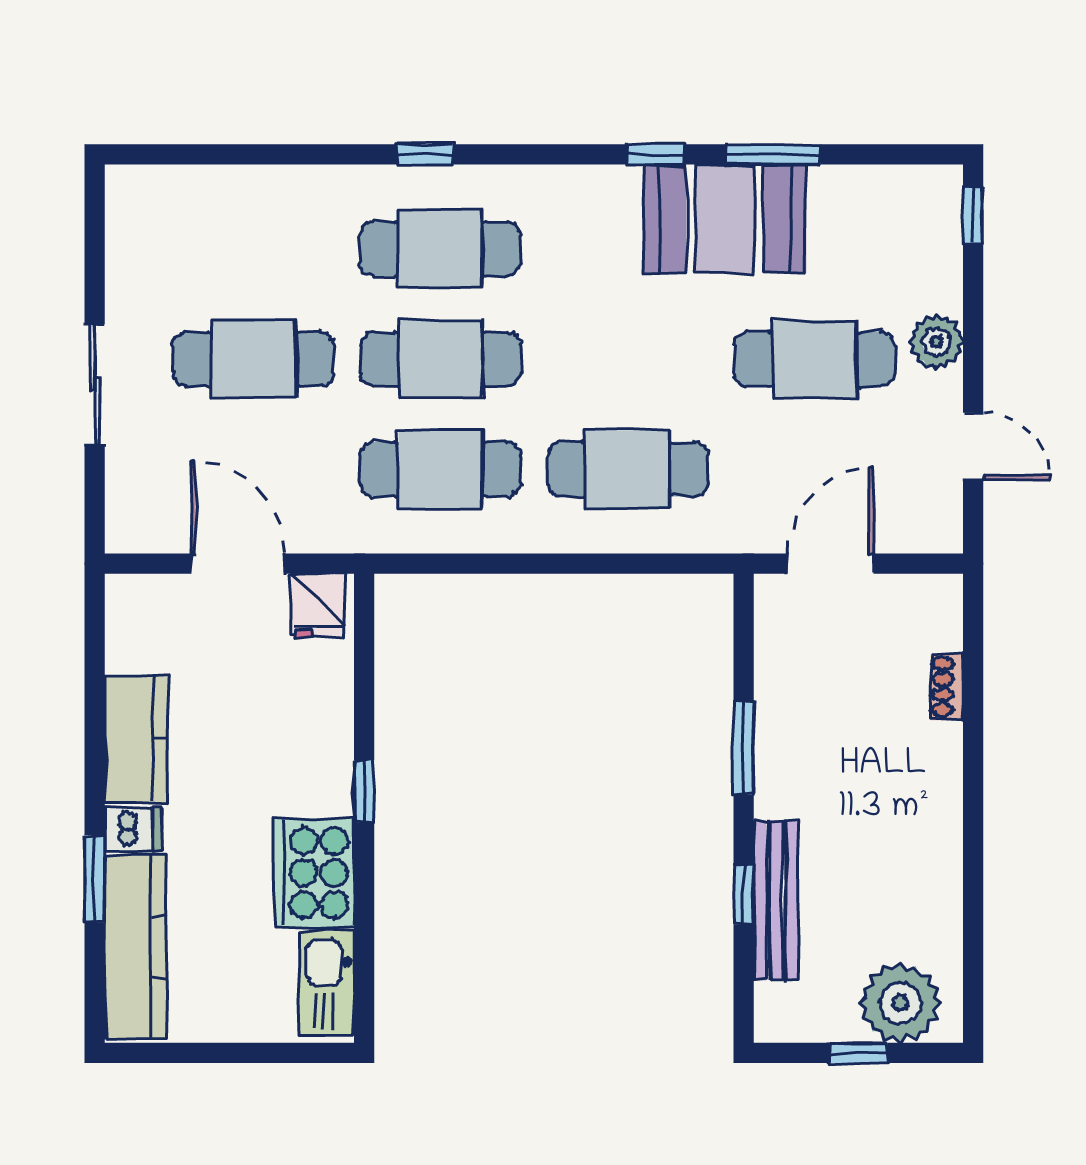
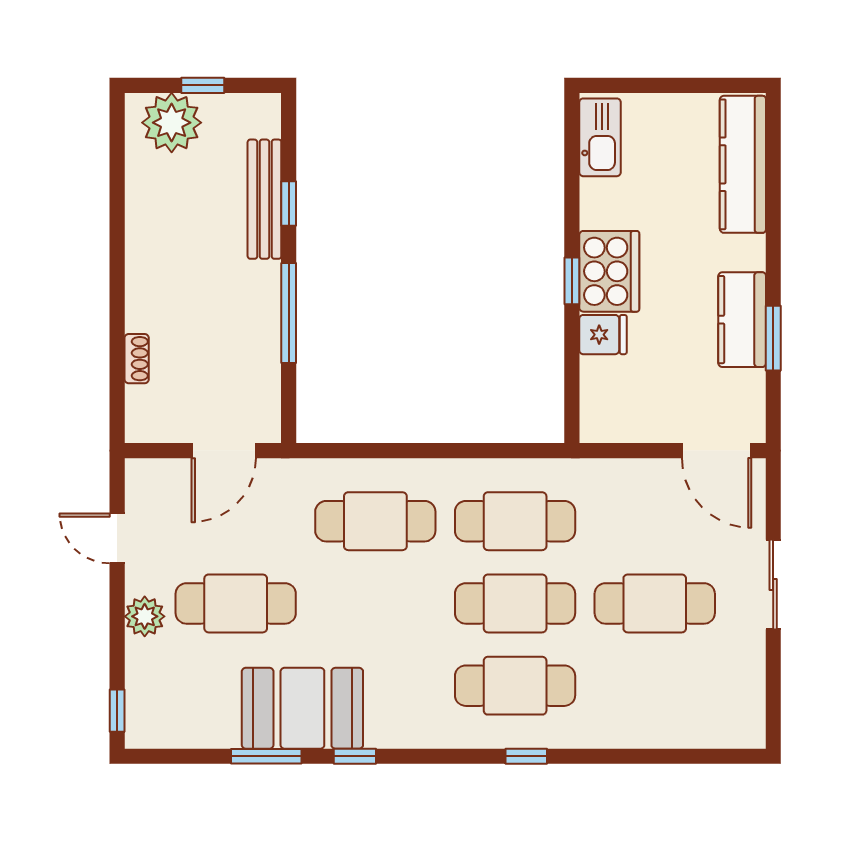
door: (238, 564) -> (717, 451), moved
fridge: (318, 605) -> (603, 335), moved, turned 90
window: (744, 748) -> (289, 313), width x1.44
dishwasher: (133, 829) -> (744, 253), removed
cooker: (314, 873) -> (609, 271), moved
window: (95, 879) -> (773, 338), moved

